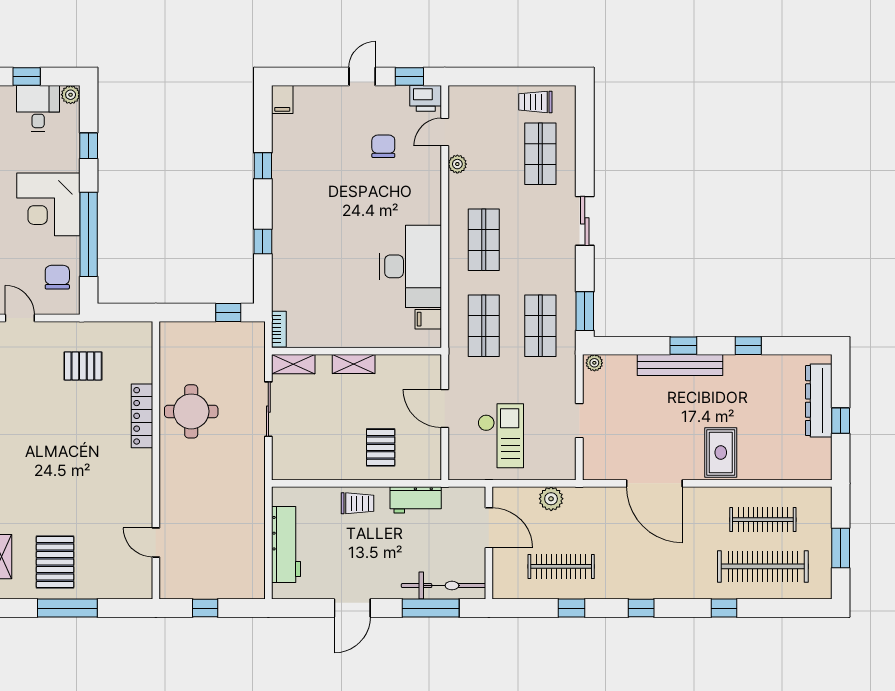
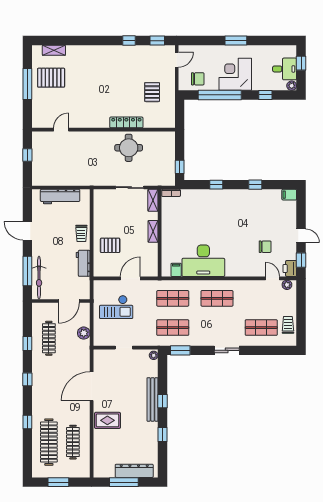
plant: (457, 164) -> (287, 285), moved
window: (841, 421) -> (124, 482), width x2.17

